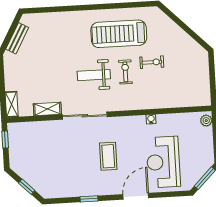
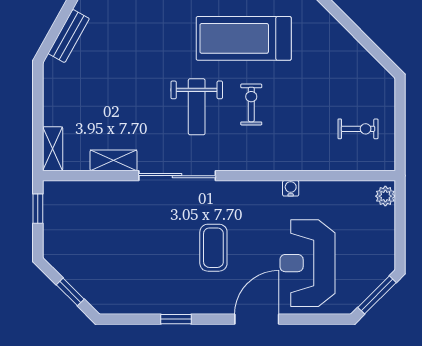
exercise bike: (152, 62) -> (358, 129), moved
weight bench: (94, 75) -> (197, 107), turned -90

